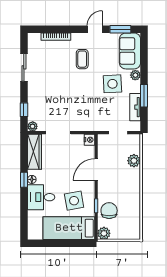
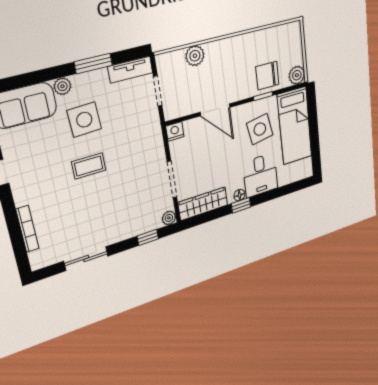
coffee table: (82, 59) -> (89, 166), moved
tv unit: (135, 107) -> (130, 70), moved

